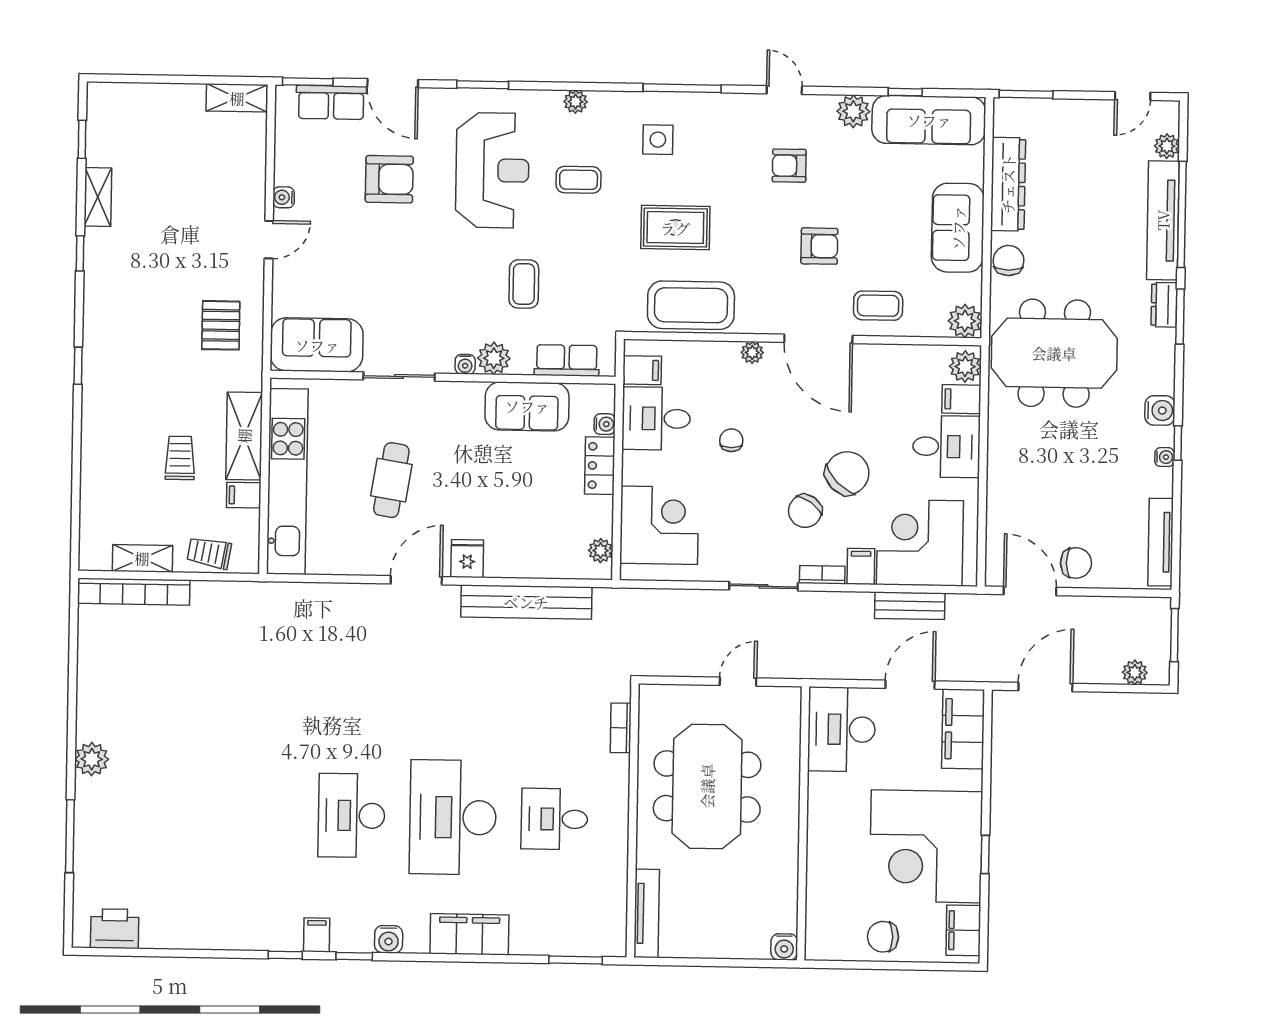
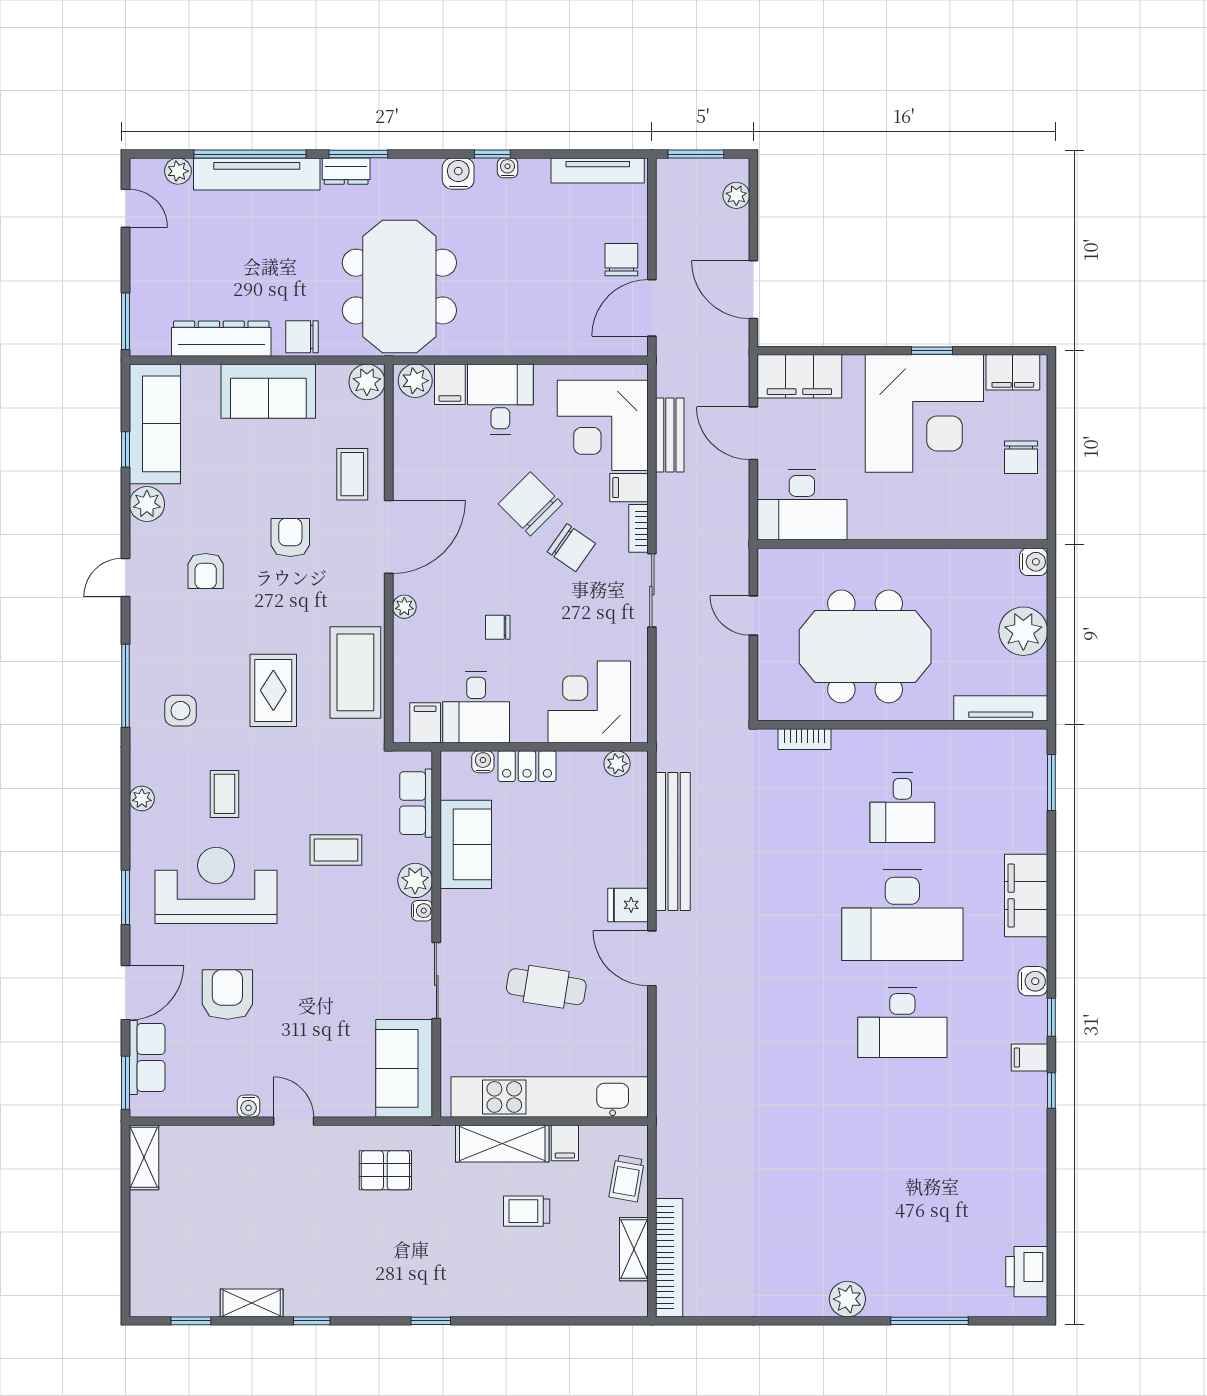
plant: (719, 936) -> (1023, 631), added

